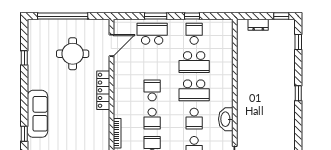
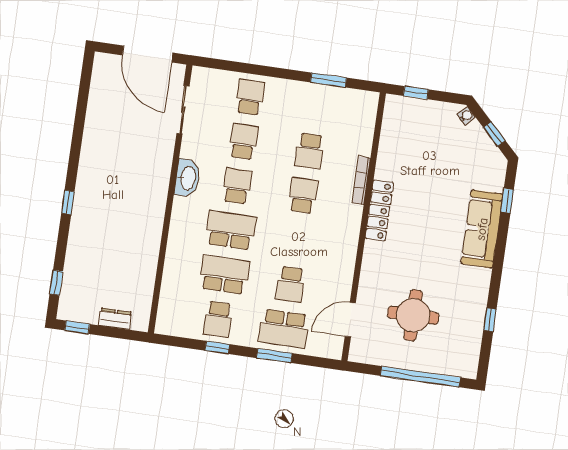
locker: (103, 90) -> (379, 210), moved
school desk: (152, 90) -> (290, 284), moved

